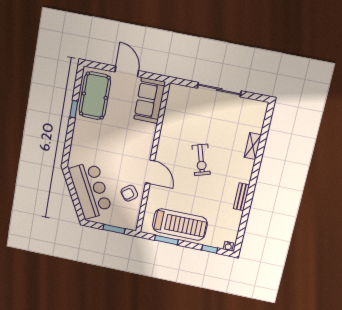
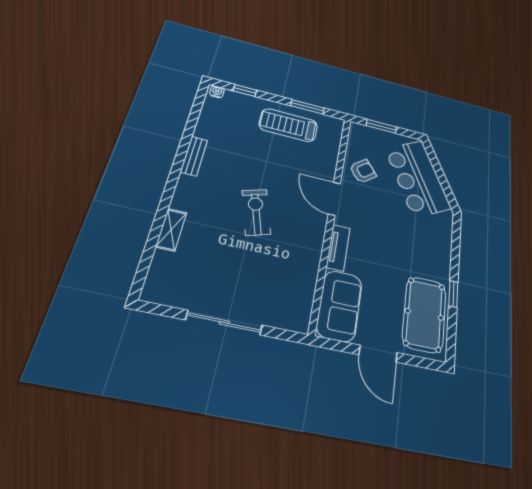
tv unit: (149, 138) -> (338, 248), added
treadmill: (180, 224) -> (288, 125), width x0.73, depth x0.73

